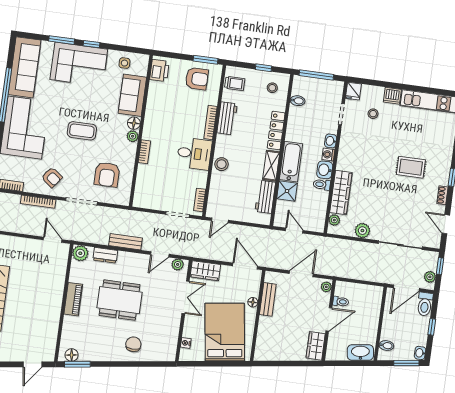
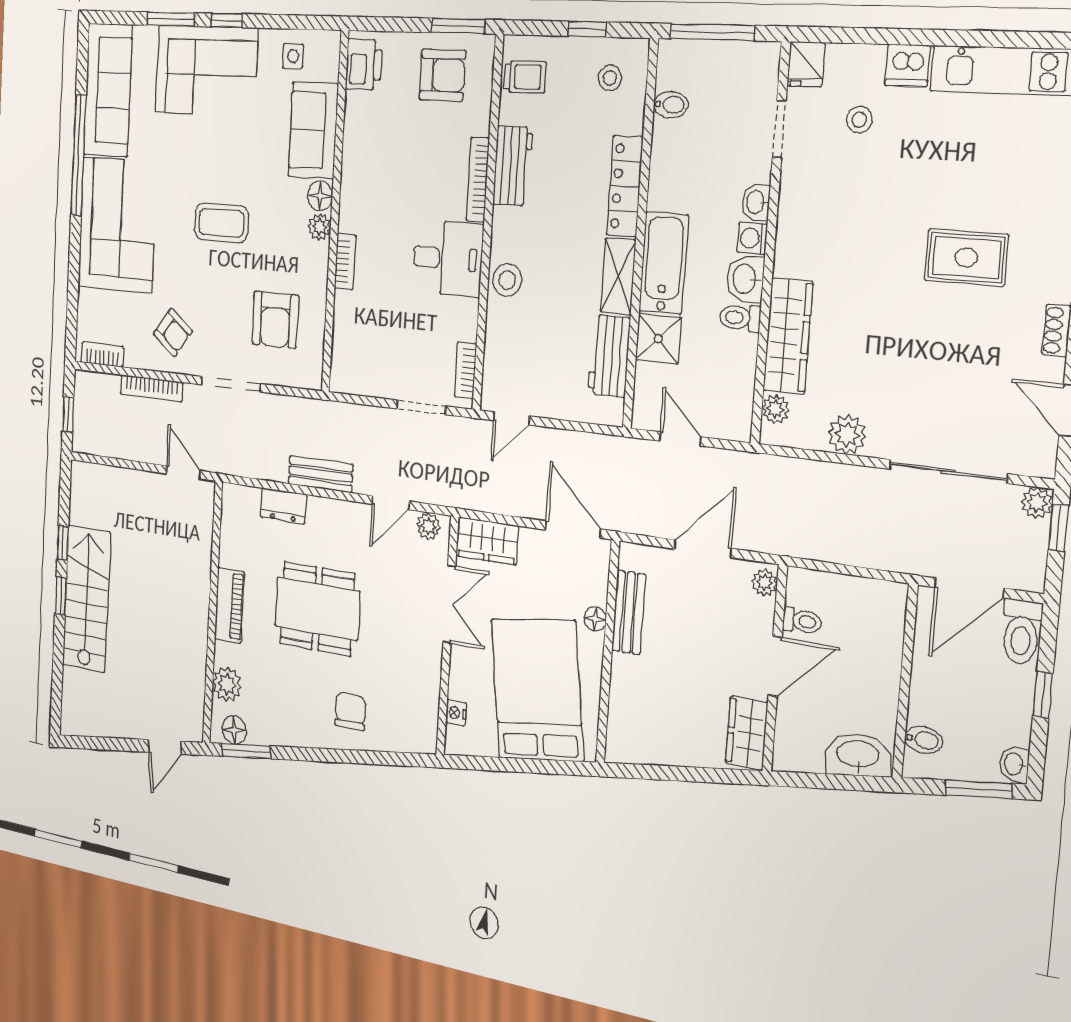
plant: (80, 253) -> (227, 684), moved
plant: (430, 277) -> (1037, 503), moved

